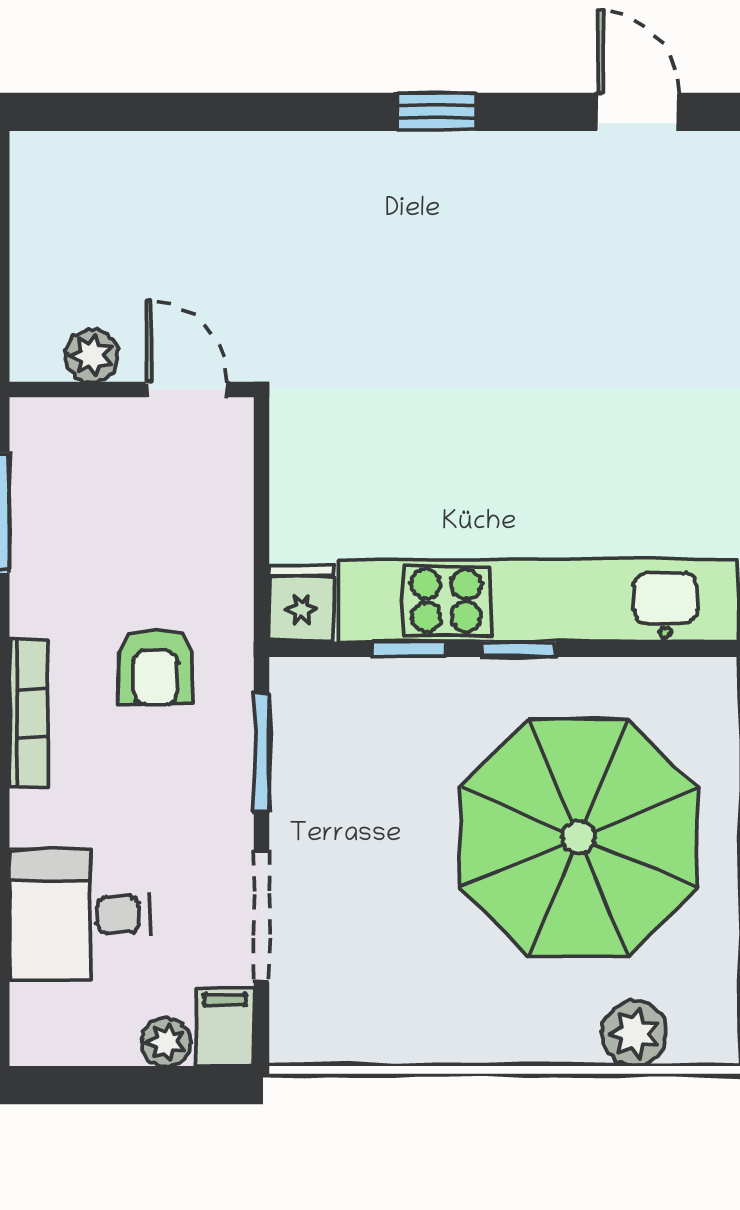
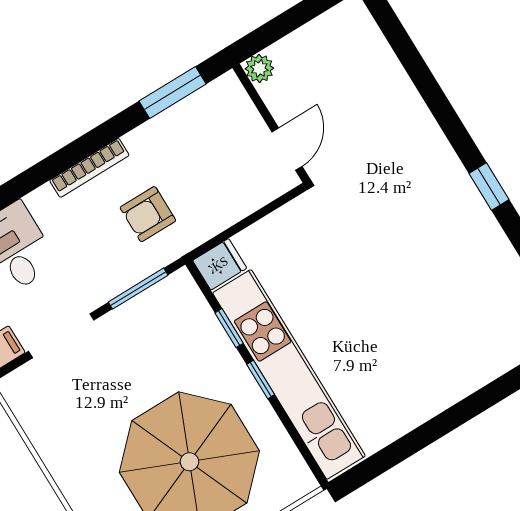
plant: (92, 356) -> (259, 68), moved

